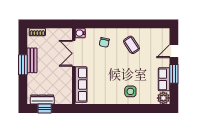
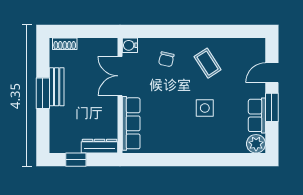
side table: (130, 91) -> (205, 108), moved
dresser: (42, 100) -> (100, 146), moved

